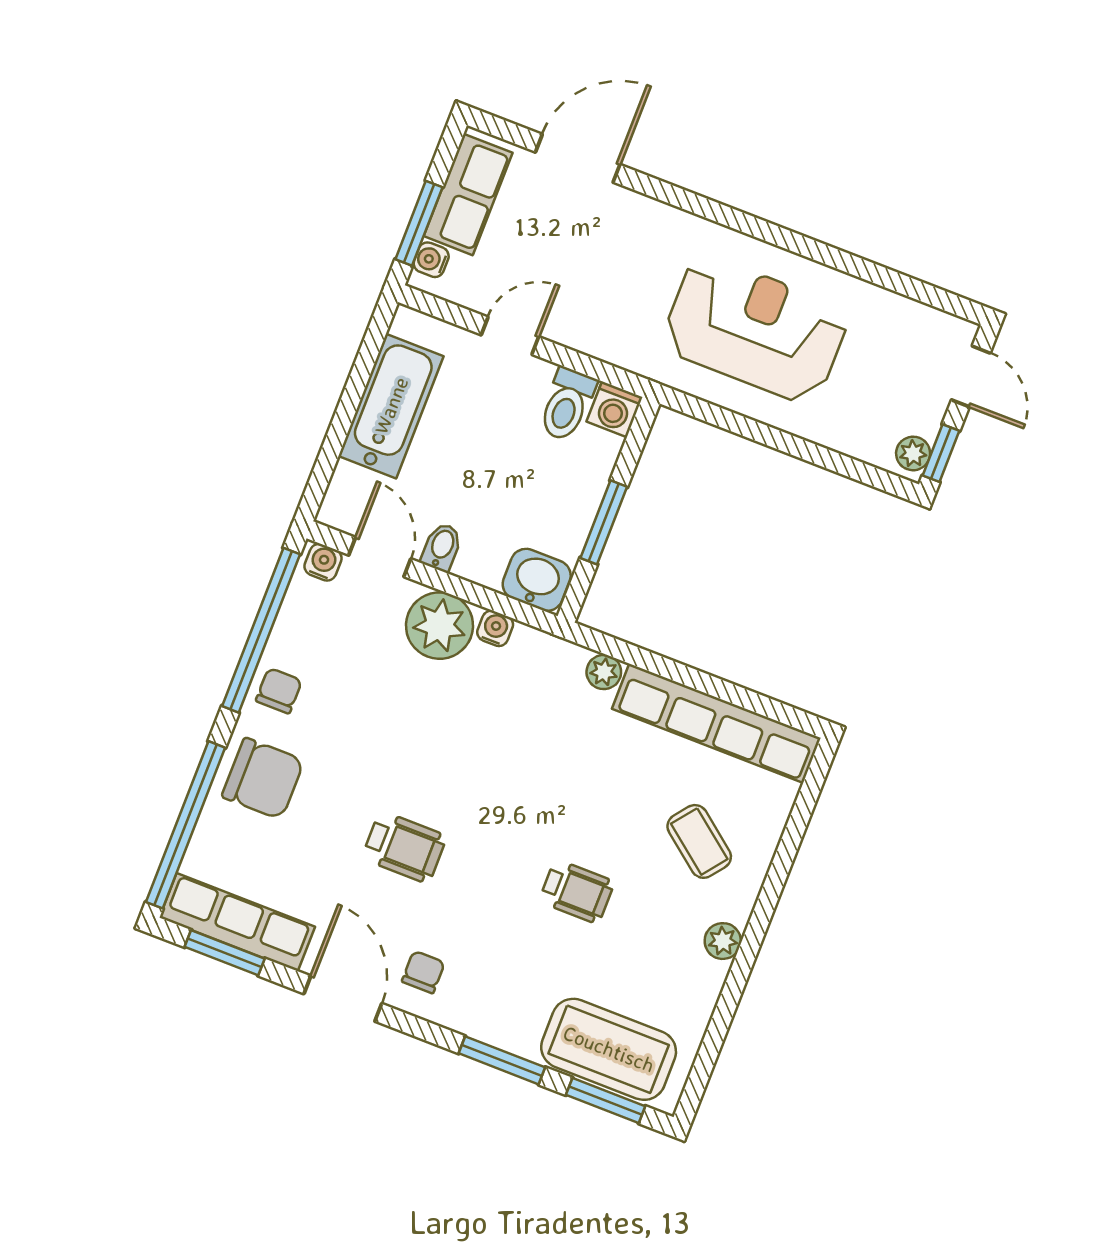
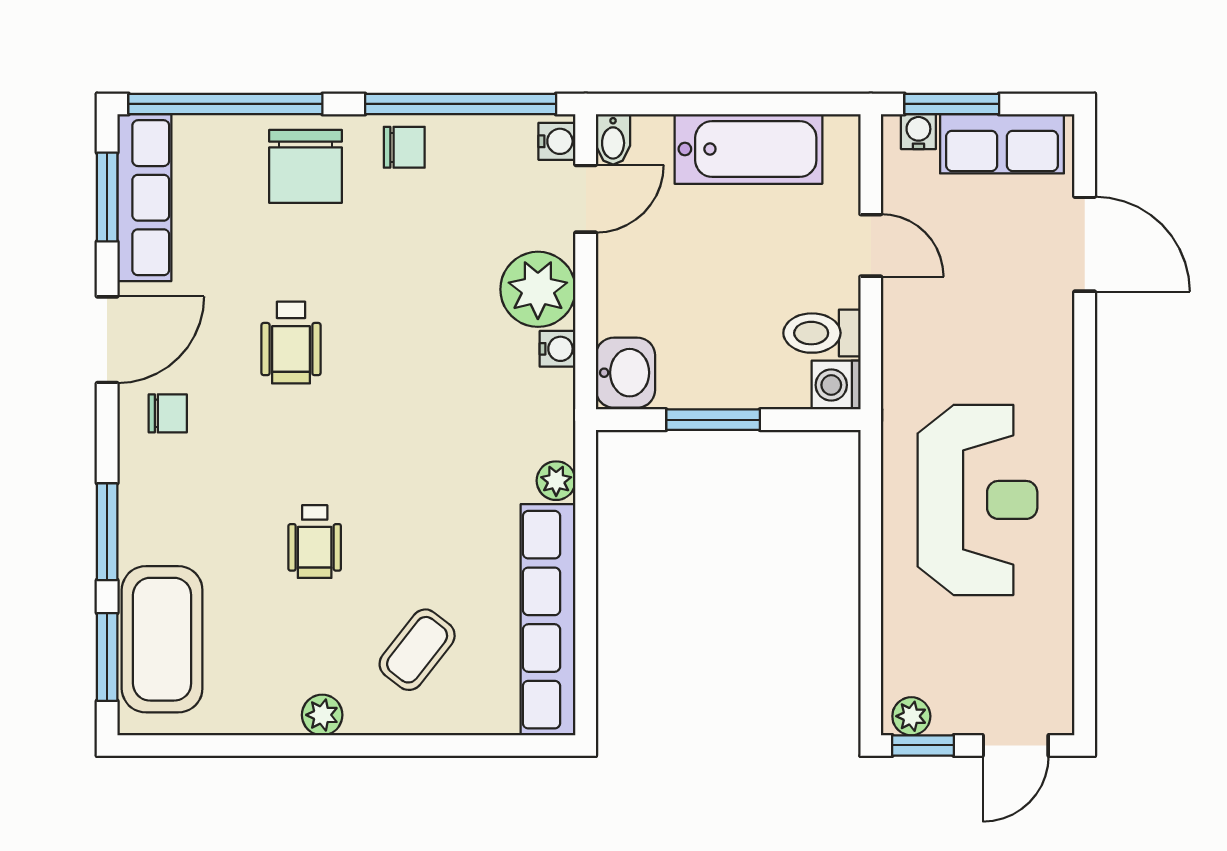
bidet: (442, 547) -> (613, 139), moved, turned 90

